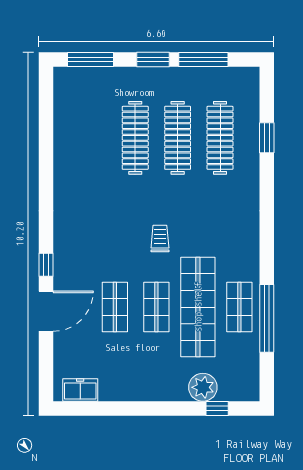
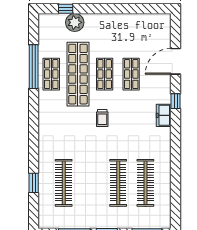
clothes rail: (178, 138) -> (145, 183), moved
door: (46, 311) -> (176, 61), moved
freezer: (80, 390) -> (164, 115), moved, turned 90

